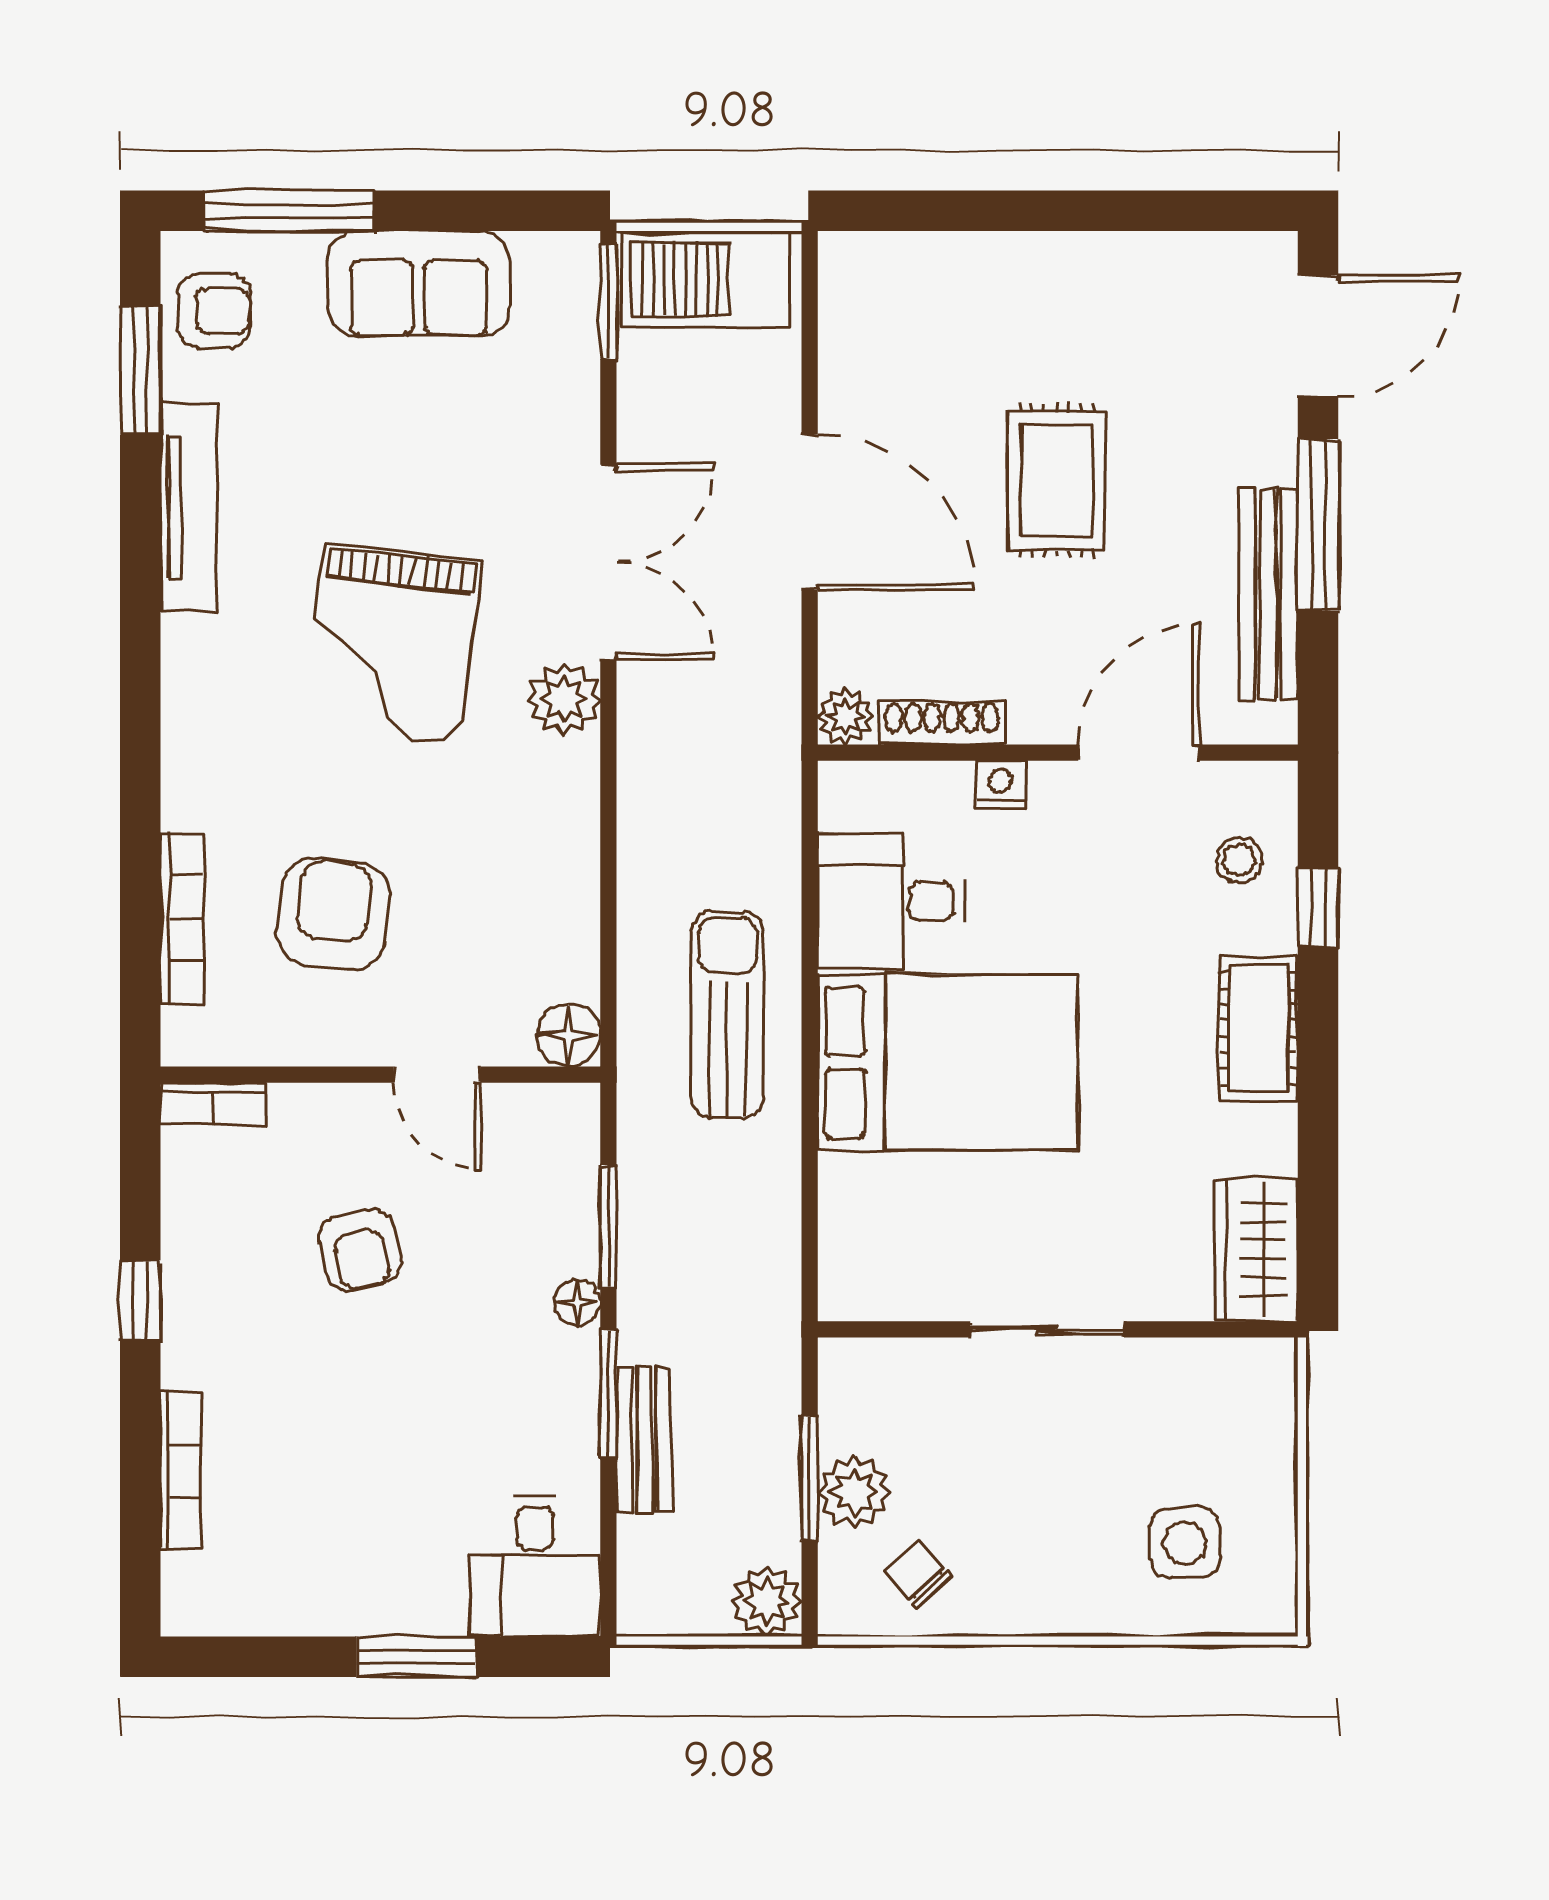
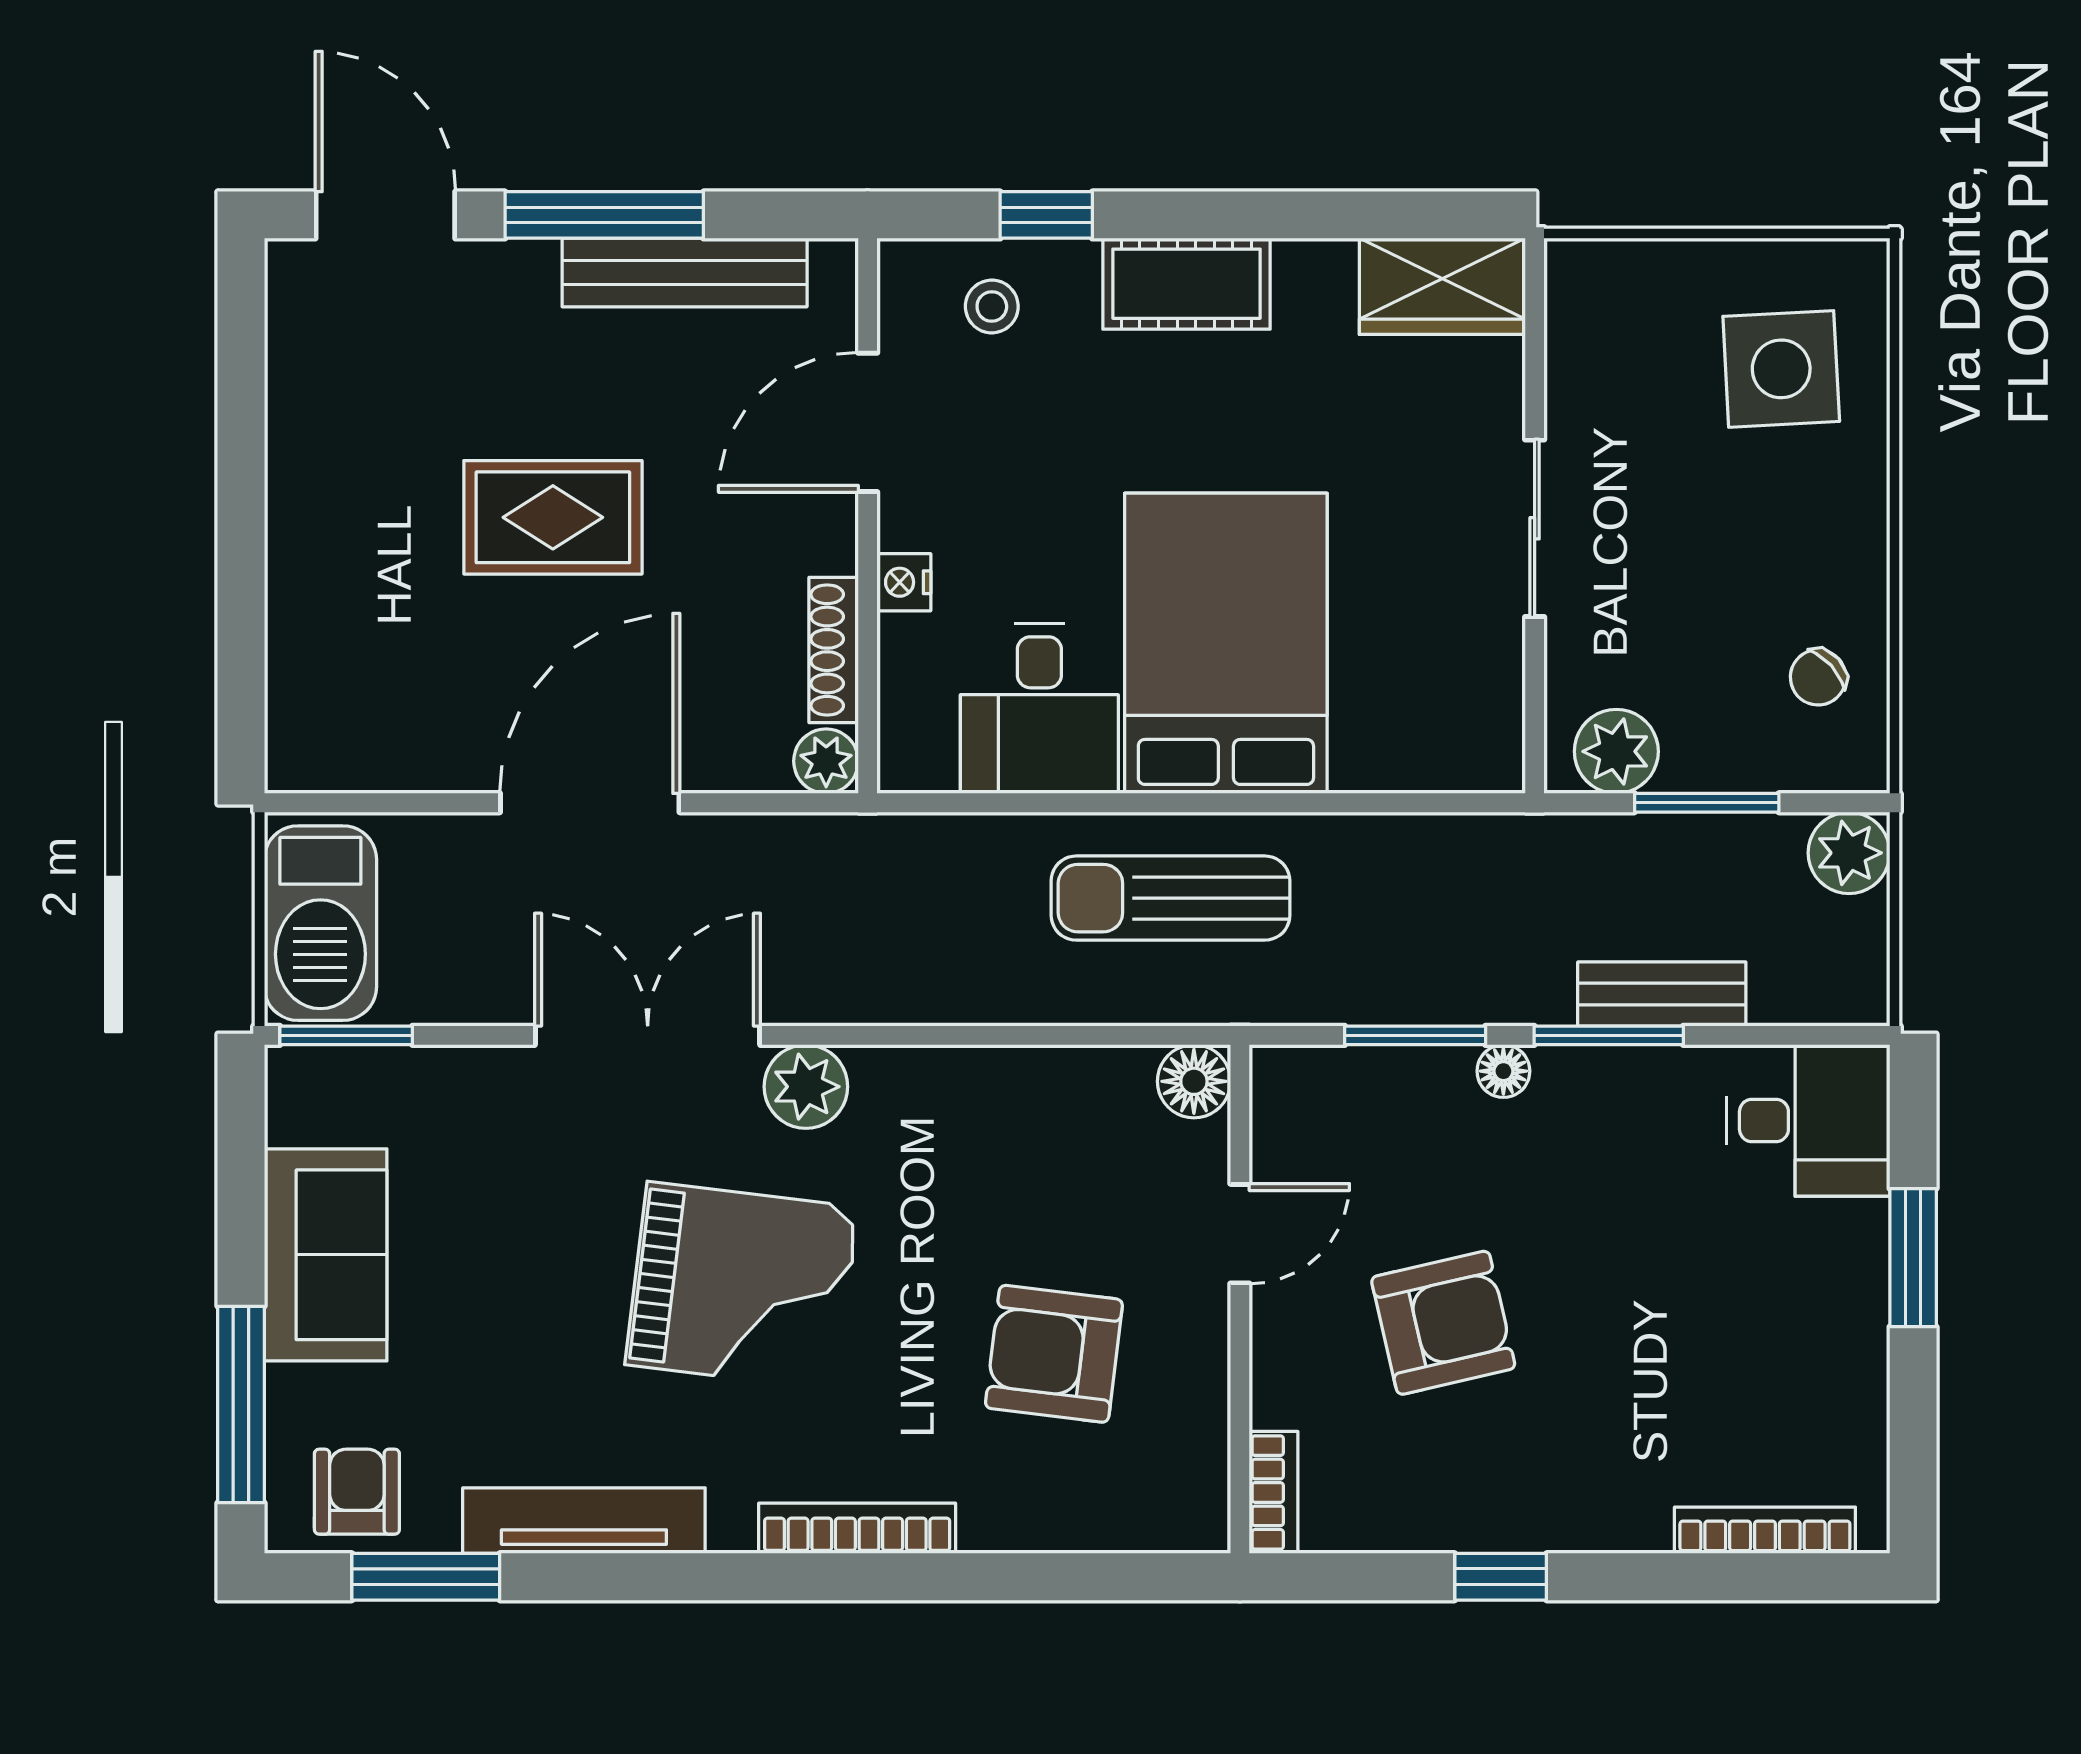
door: (1139, 753) -> (868, 422), hinge flipped
bookcase: (182, 918) -> (857, 1528), moved
armchair: (360, 1250) -> (1443, 1323), width x1.38, depth x1.38
bookcase: (180, 1471) -> (1765, 1530), moved
plant: (854, 1492) -> (1616, 751), moved
side table: (1185, 1543) -> (1781, 369), width x1.37, depth x1.37

